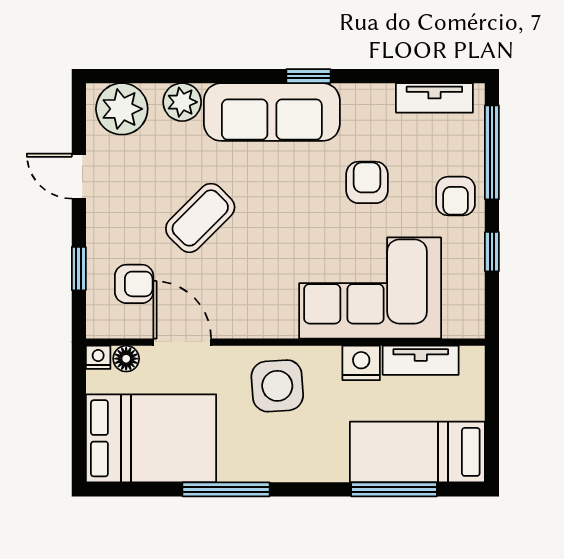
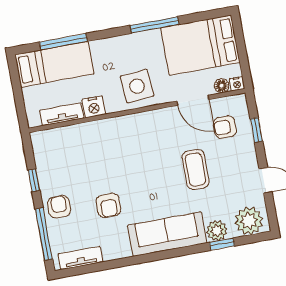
window: (308, 76) -> (222, 244), moved
coffee table: (200, 218) -> (195, 170), turned -45
corner sofa: (370, 288) -> (96, 148), removed

